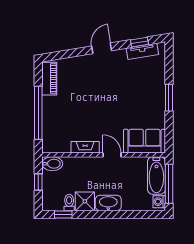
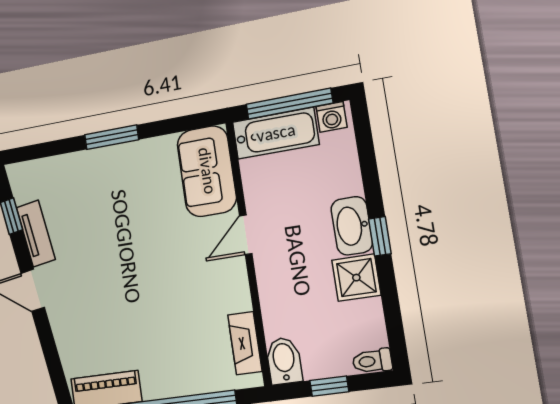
tv unit: (142, 51) -> (36, 233), moved
fireplace: (85, 147) -> (245, 343), moved
toilet: (69, 202) -> (372, 361), moved
window: (63, 214) -> (380, 236), moved

